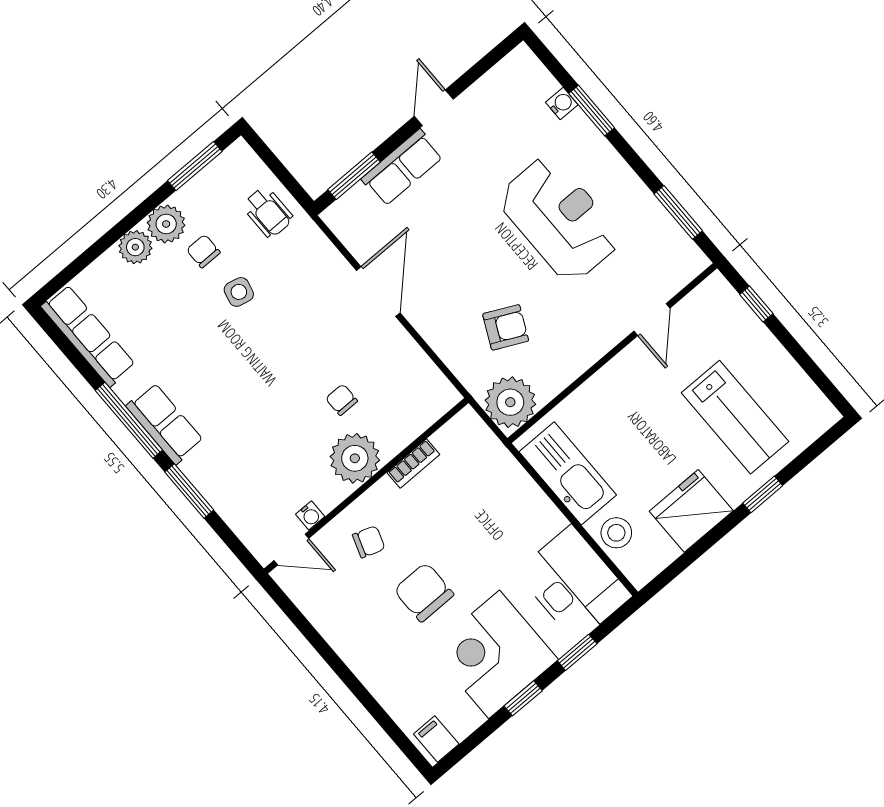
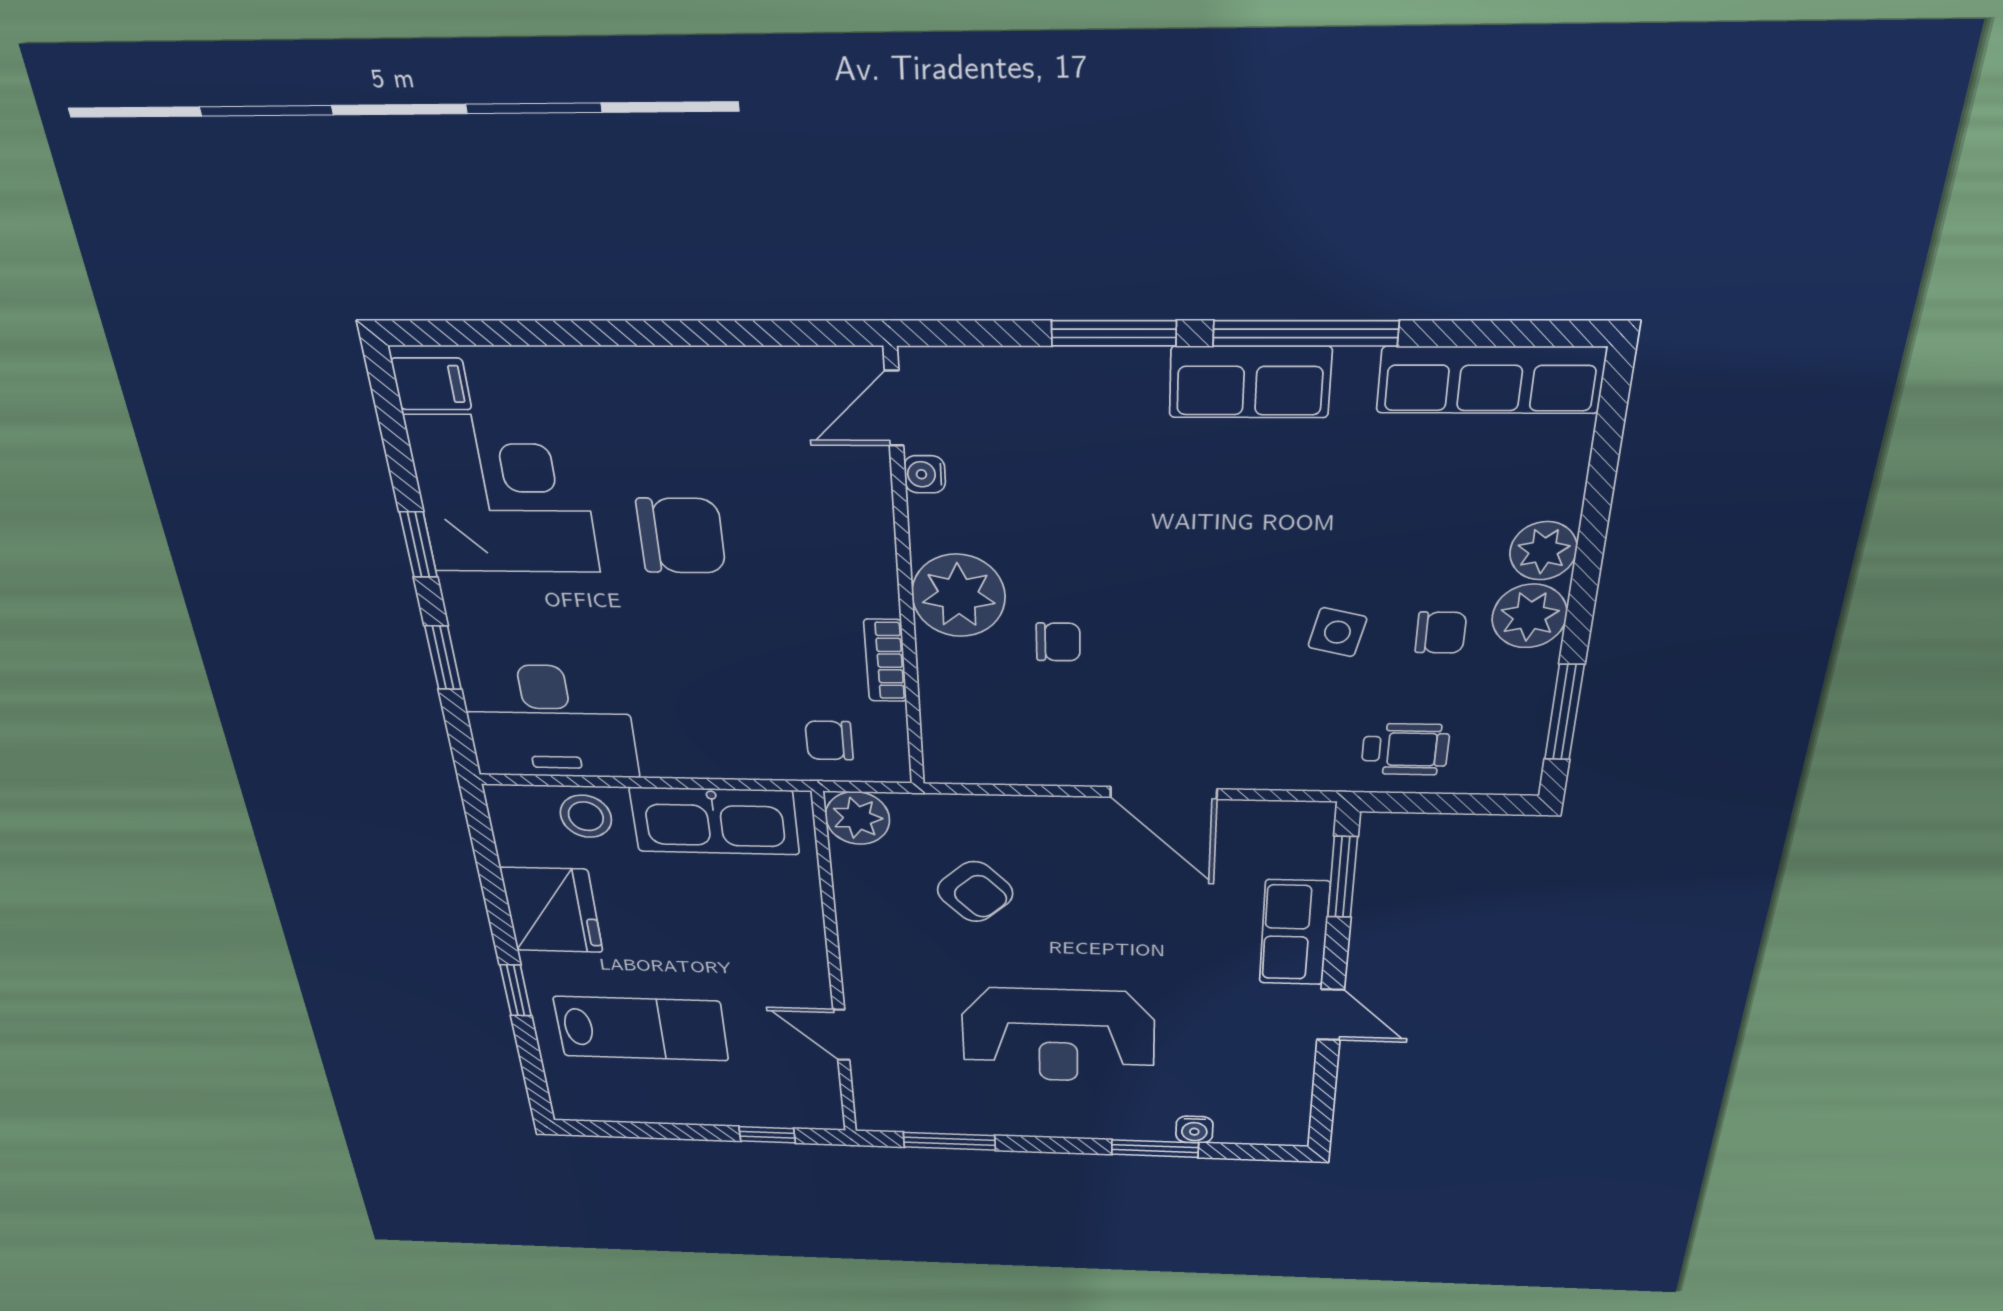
wheelchair: (268, 212) -> (1405, 749), turned 180
armchair: (506, 327) -> (975, 892), turned -69
plant: (510, 402) -> (857, 818), width x0.73, depth x0.73
lab bench: (735, 417) -> (641, 1029), turned 180
chair: (369, 542) -> (829, 740), moved, turned 71
corner desk: (494, 654) -> (503, 495), moved

